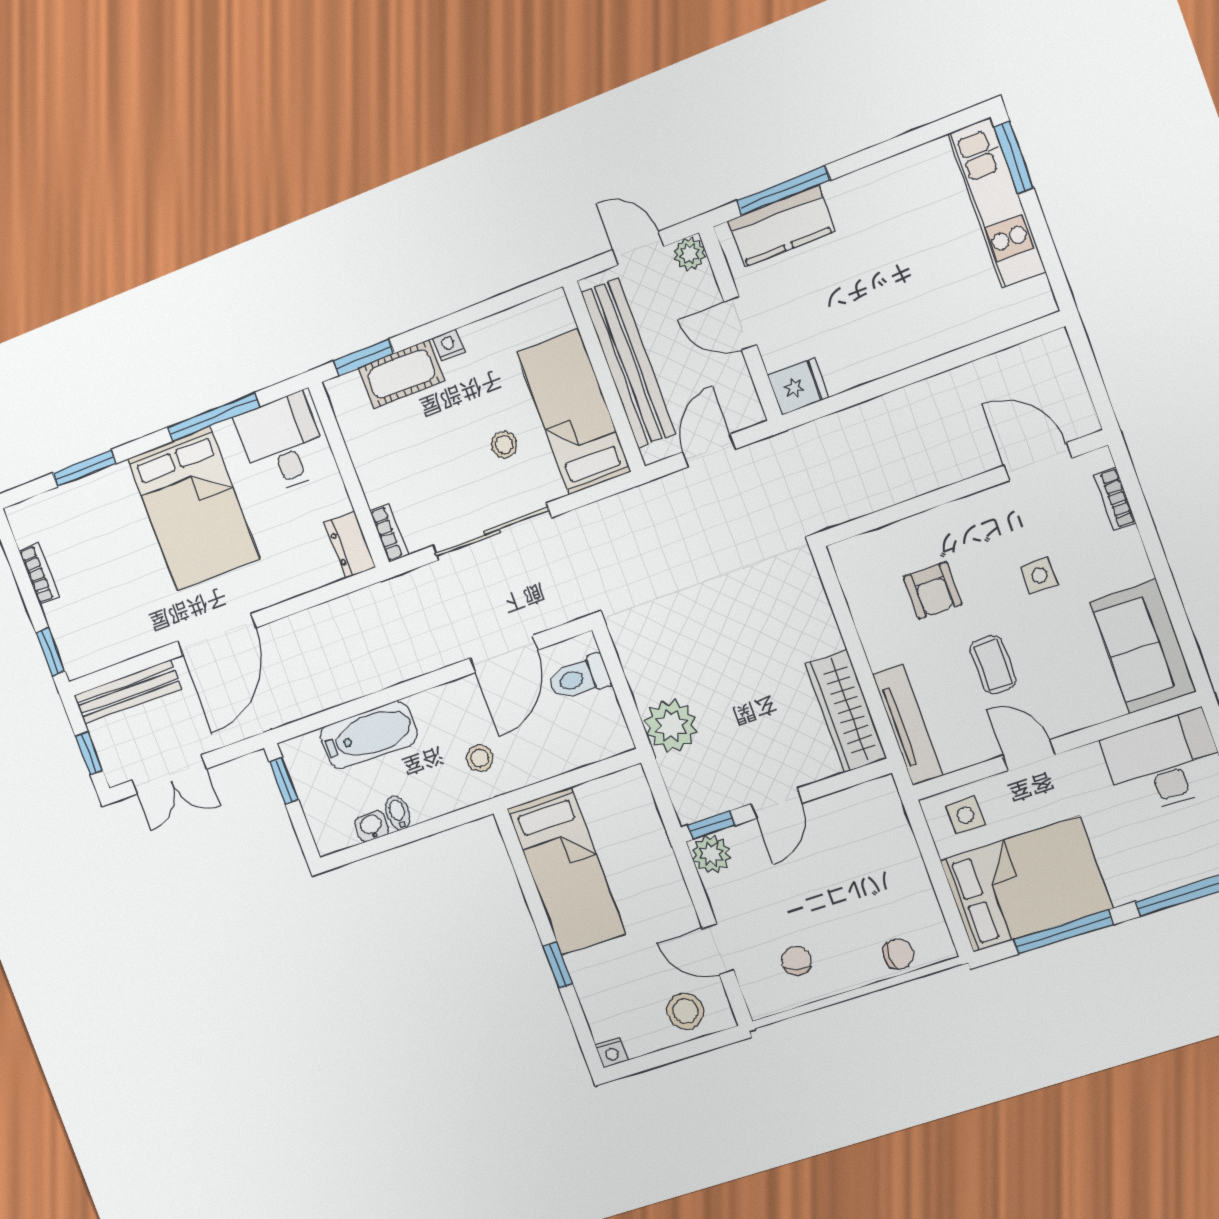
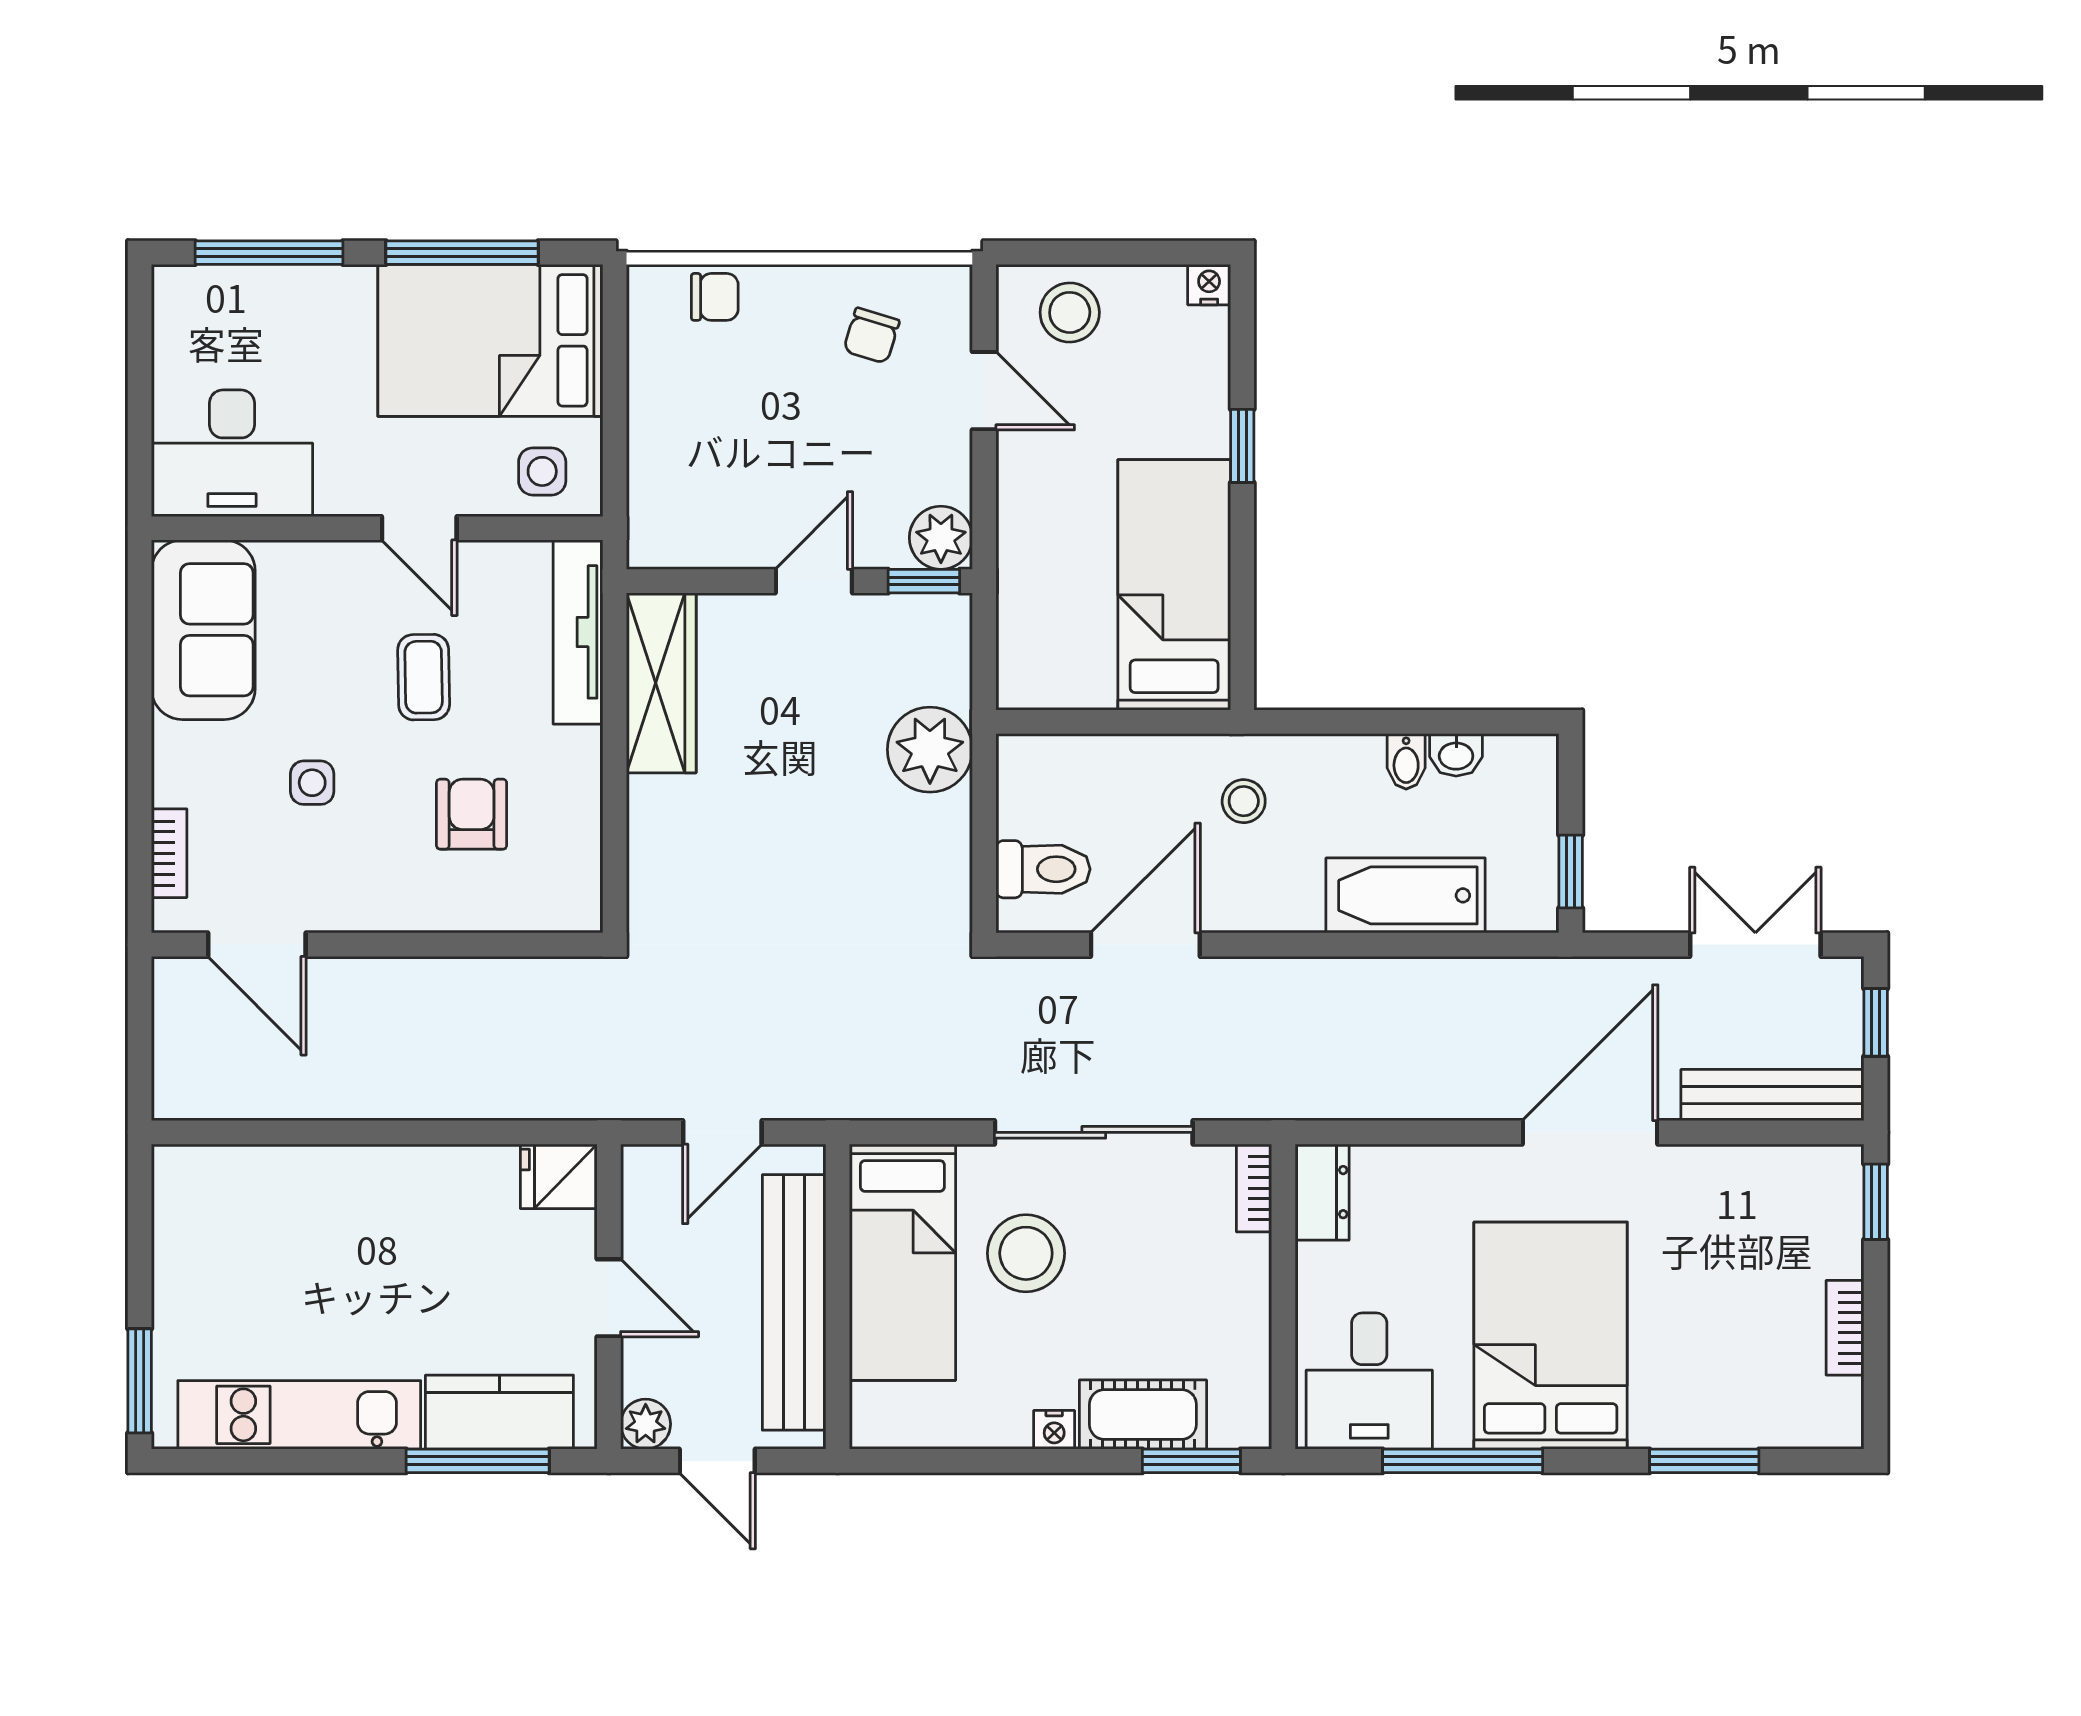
kitchen unit: (997, 203) -> (299, 1415), moved, turned -90
stool: (504, 445) -> (1026, 1253), width x1.89, depth x1.89
chair: (898, 954) -> (715, 297), turned 180

